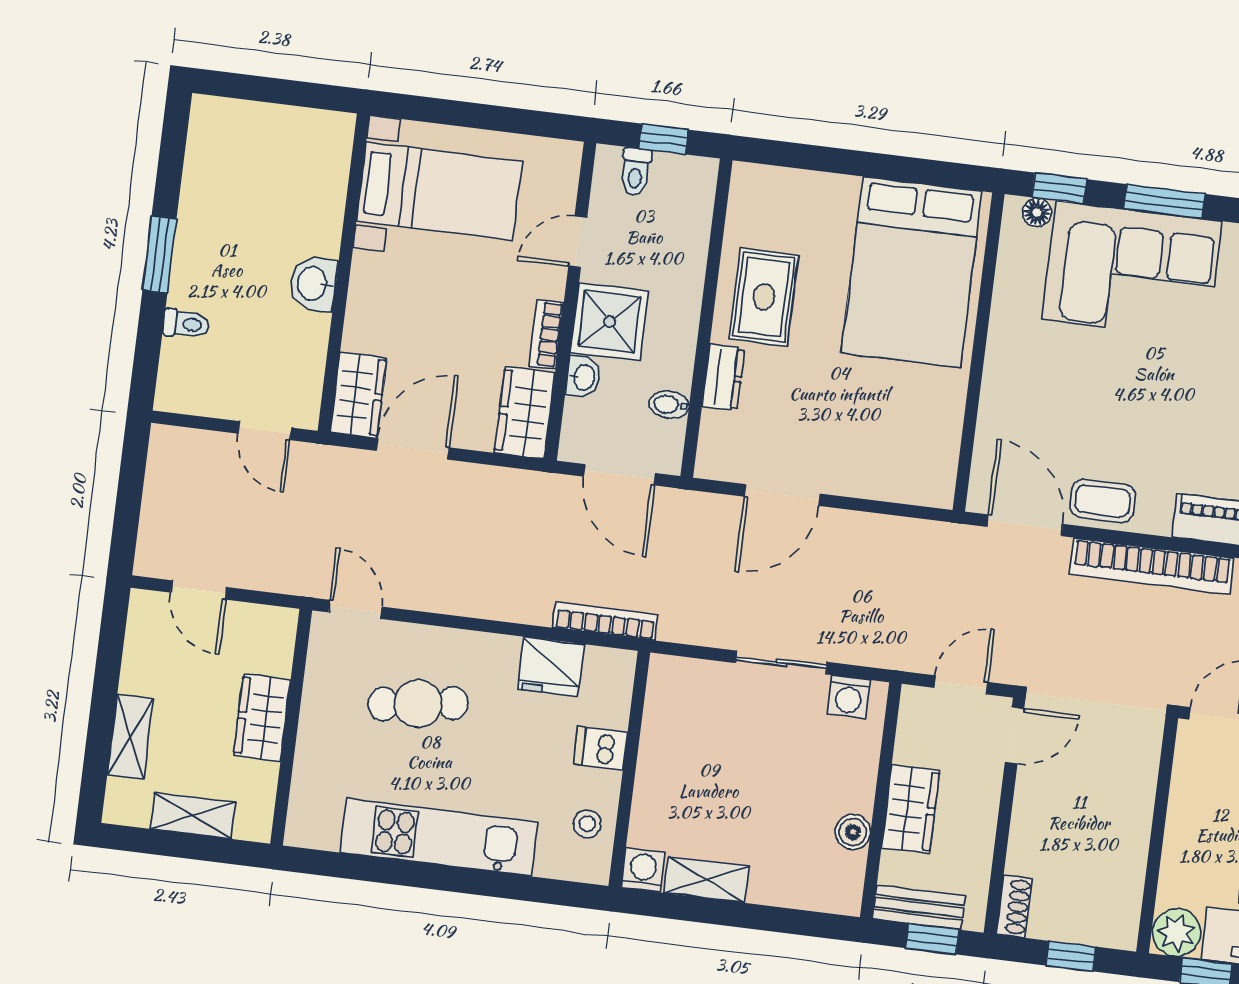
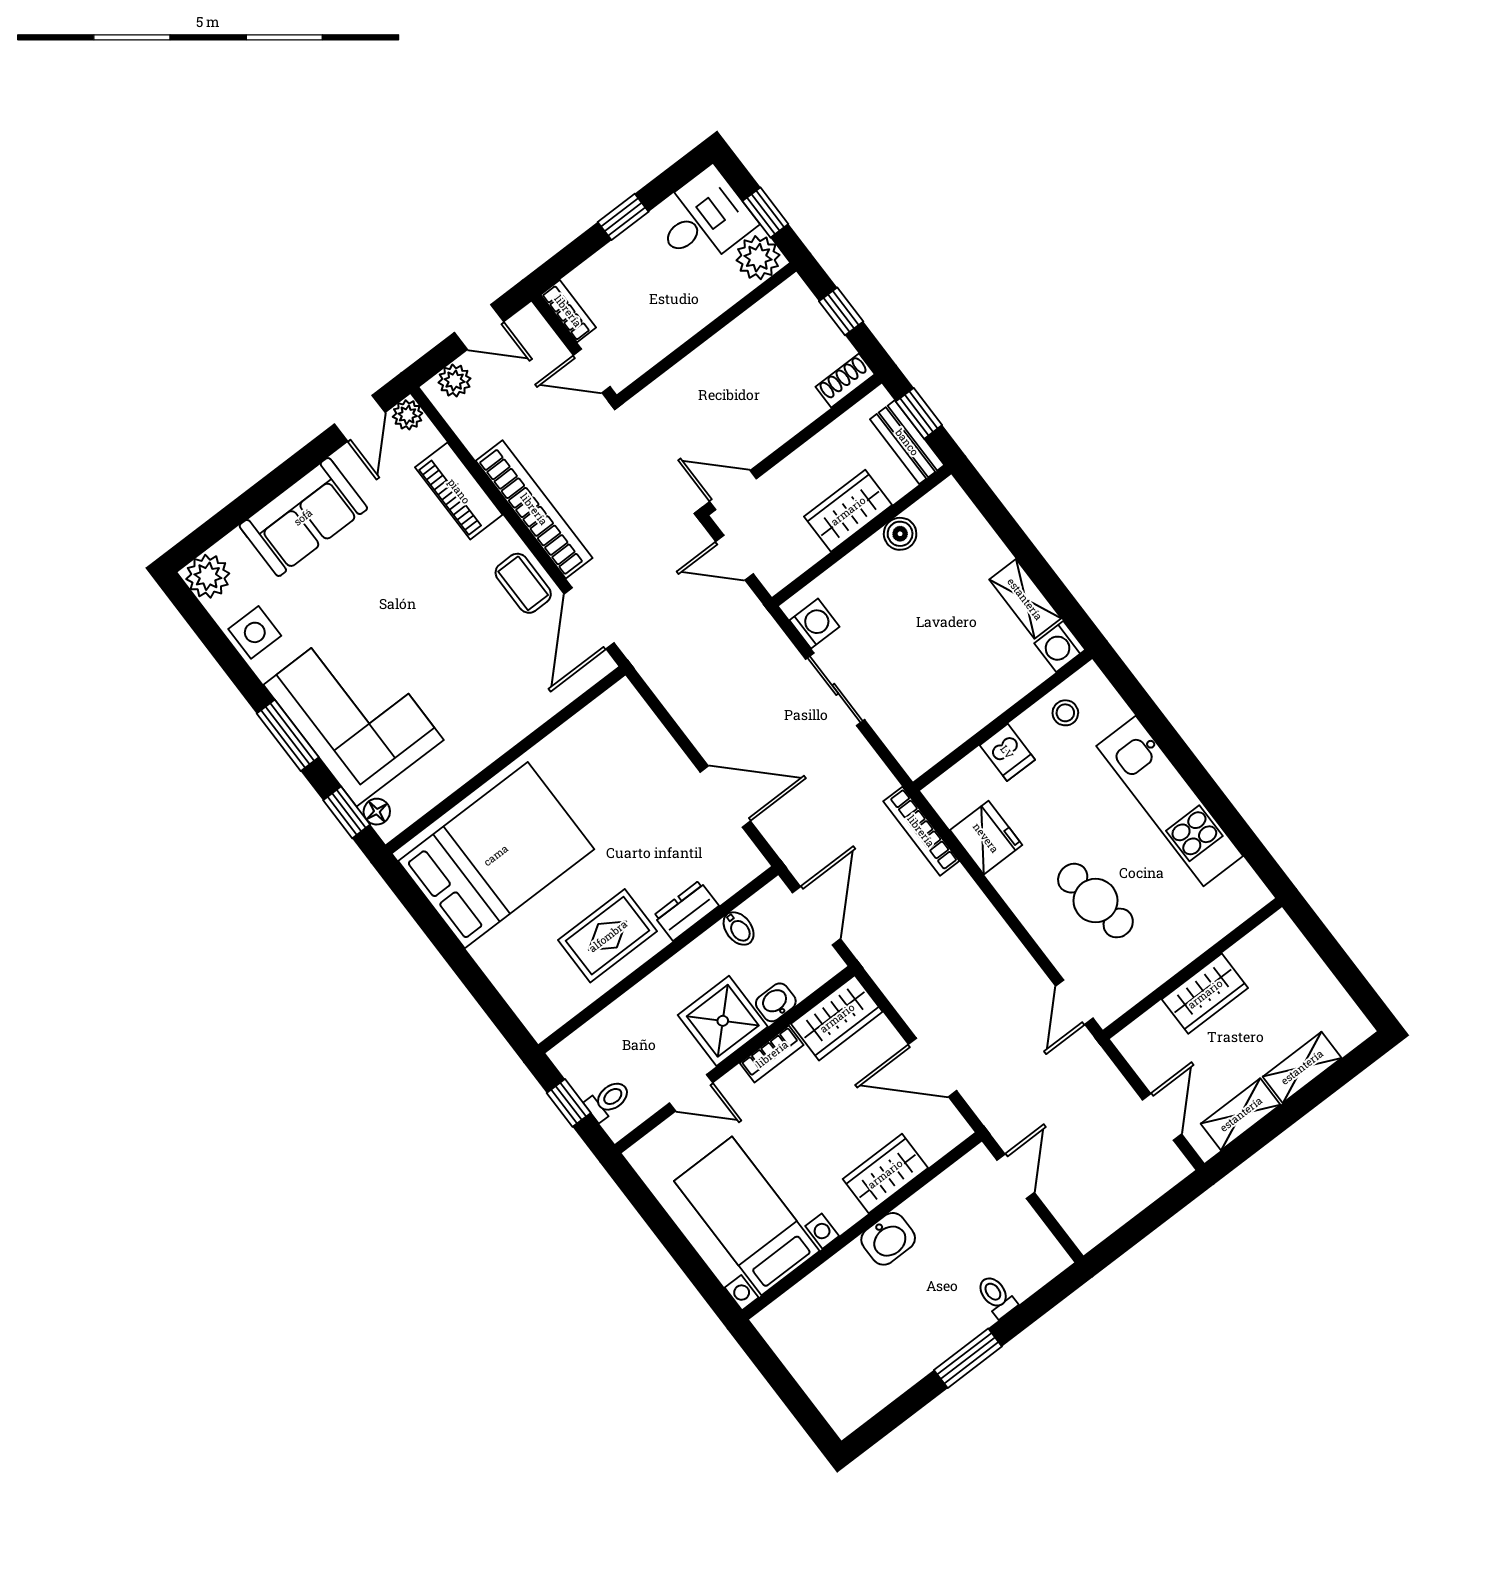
wardrobe: (358, 395) -> (885, 1174), moved
shelving: (193, 816) -> (1241, 1114), moved, turned 90

